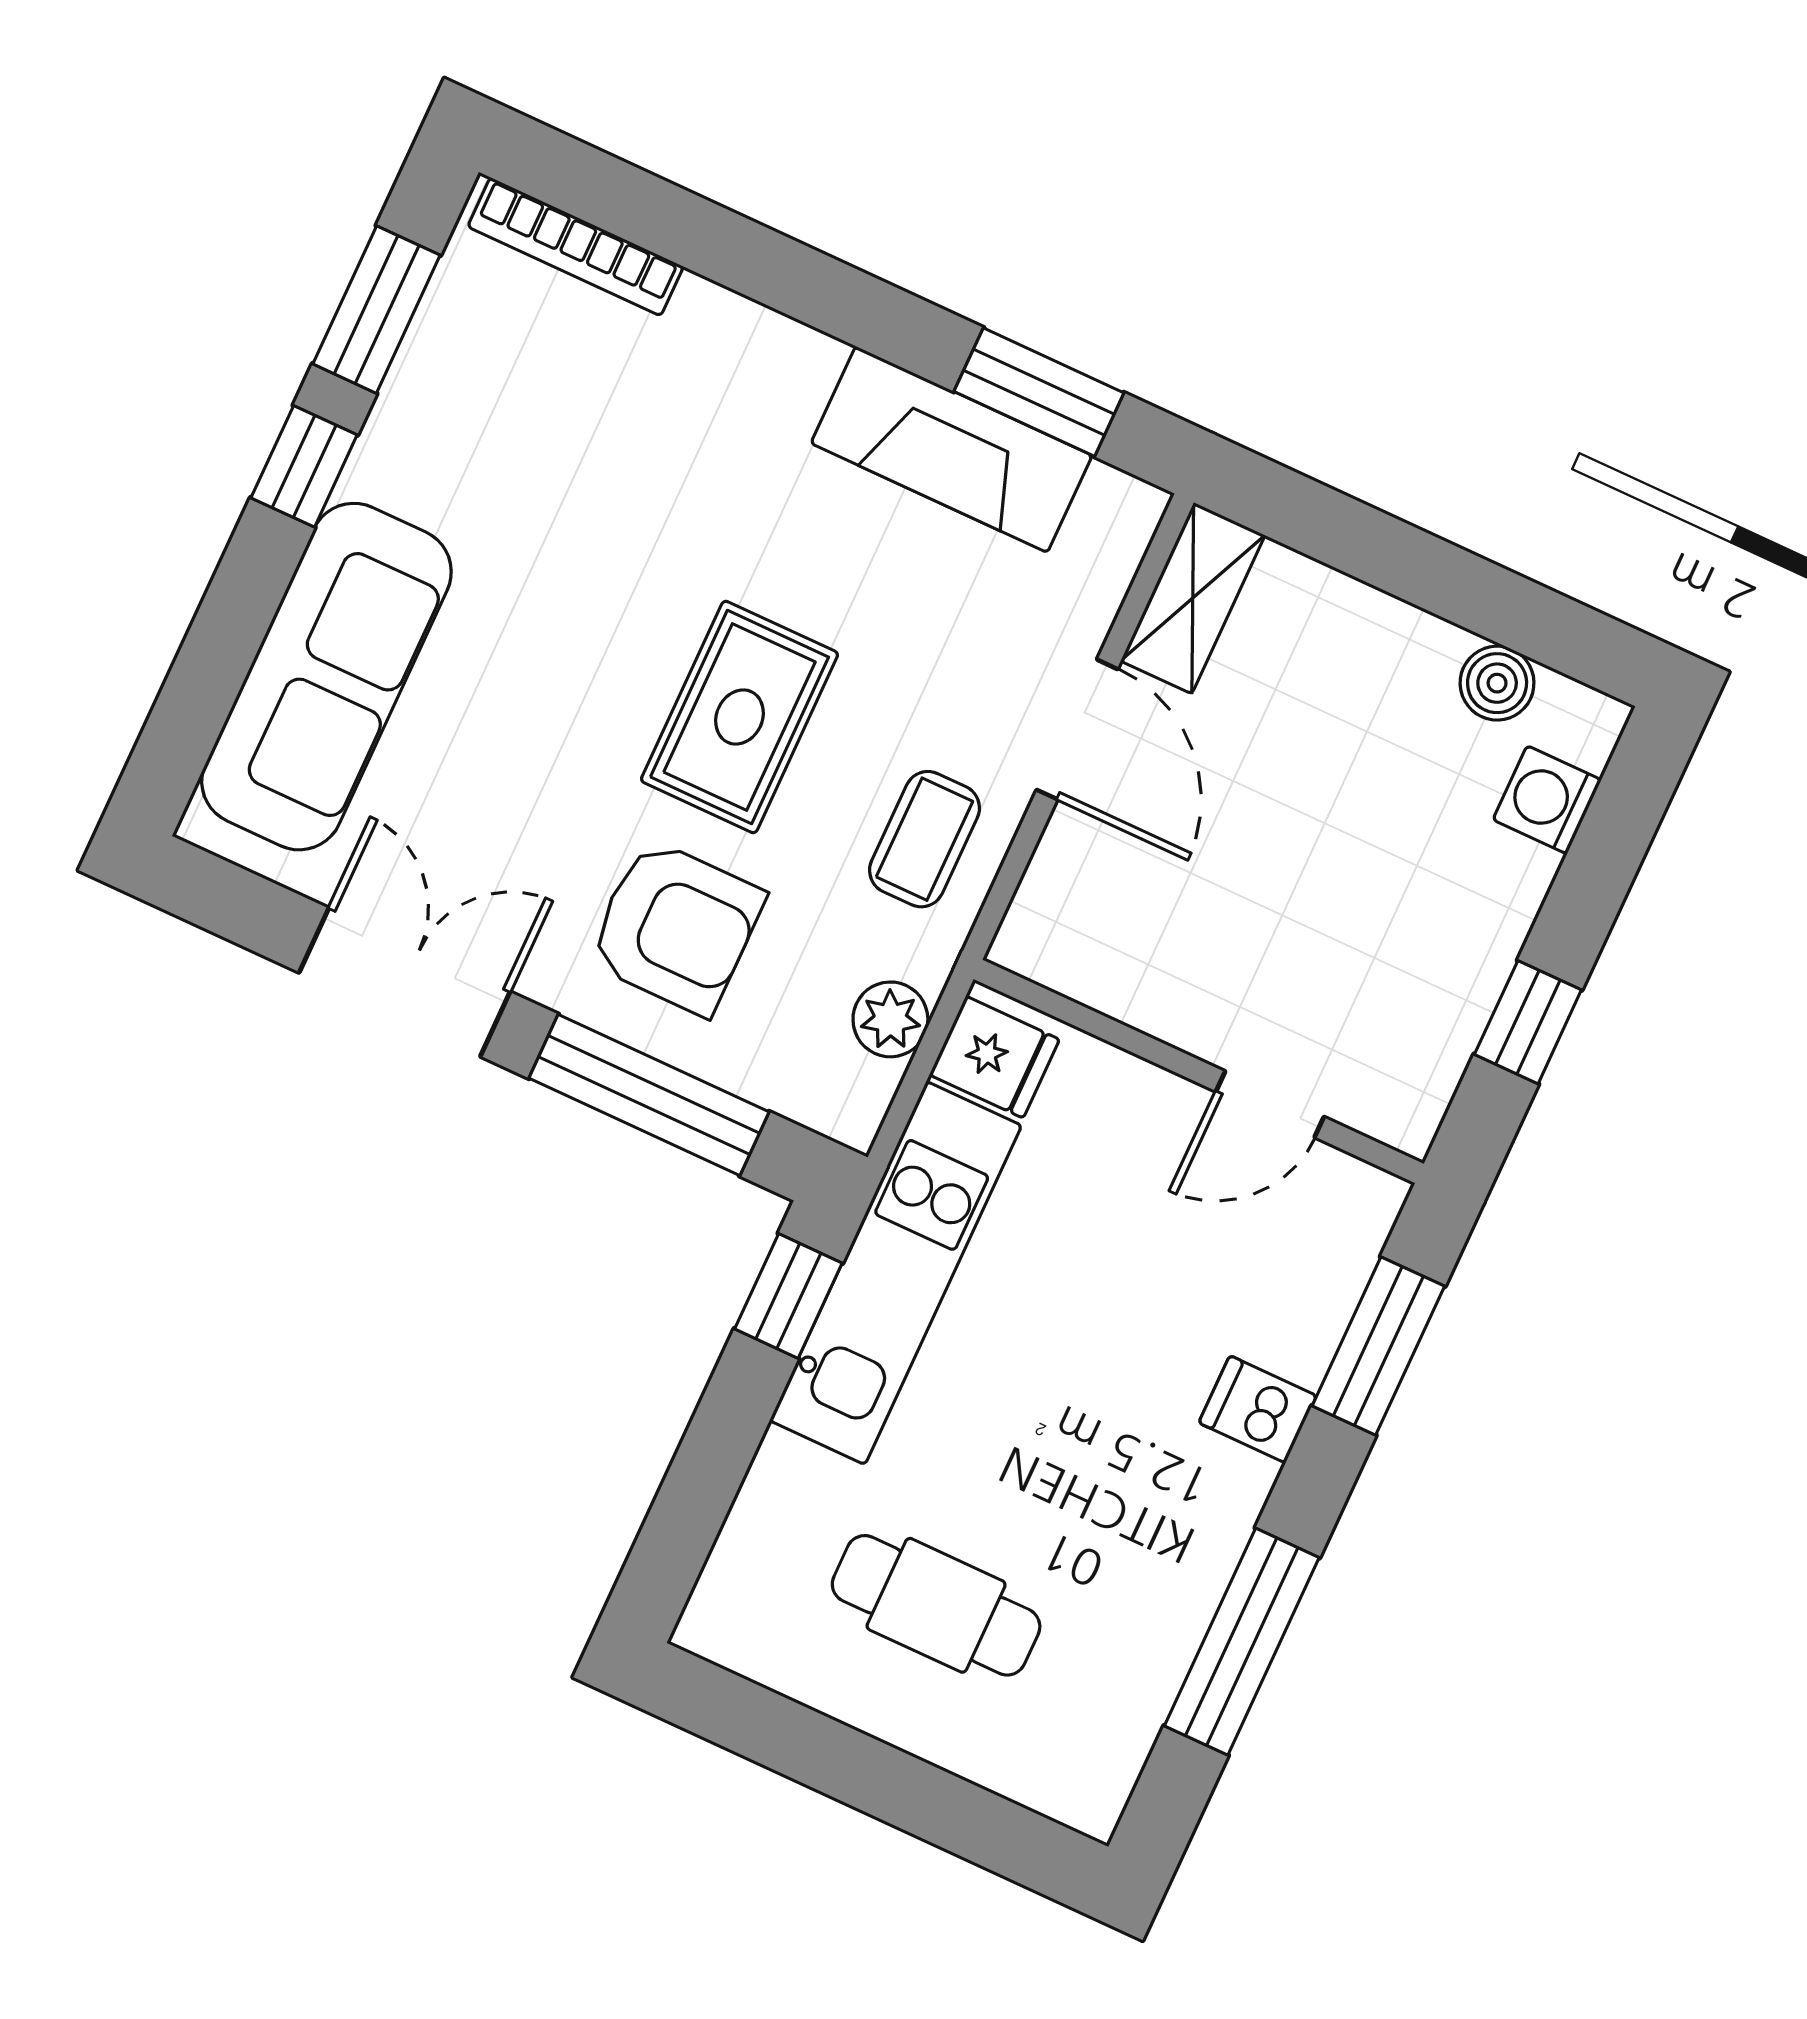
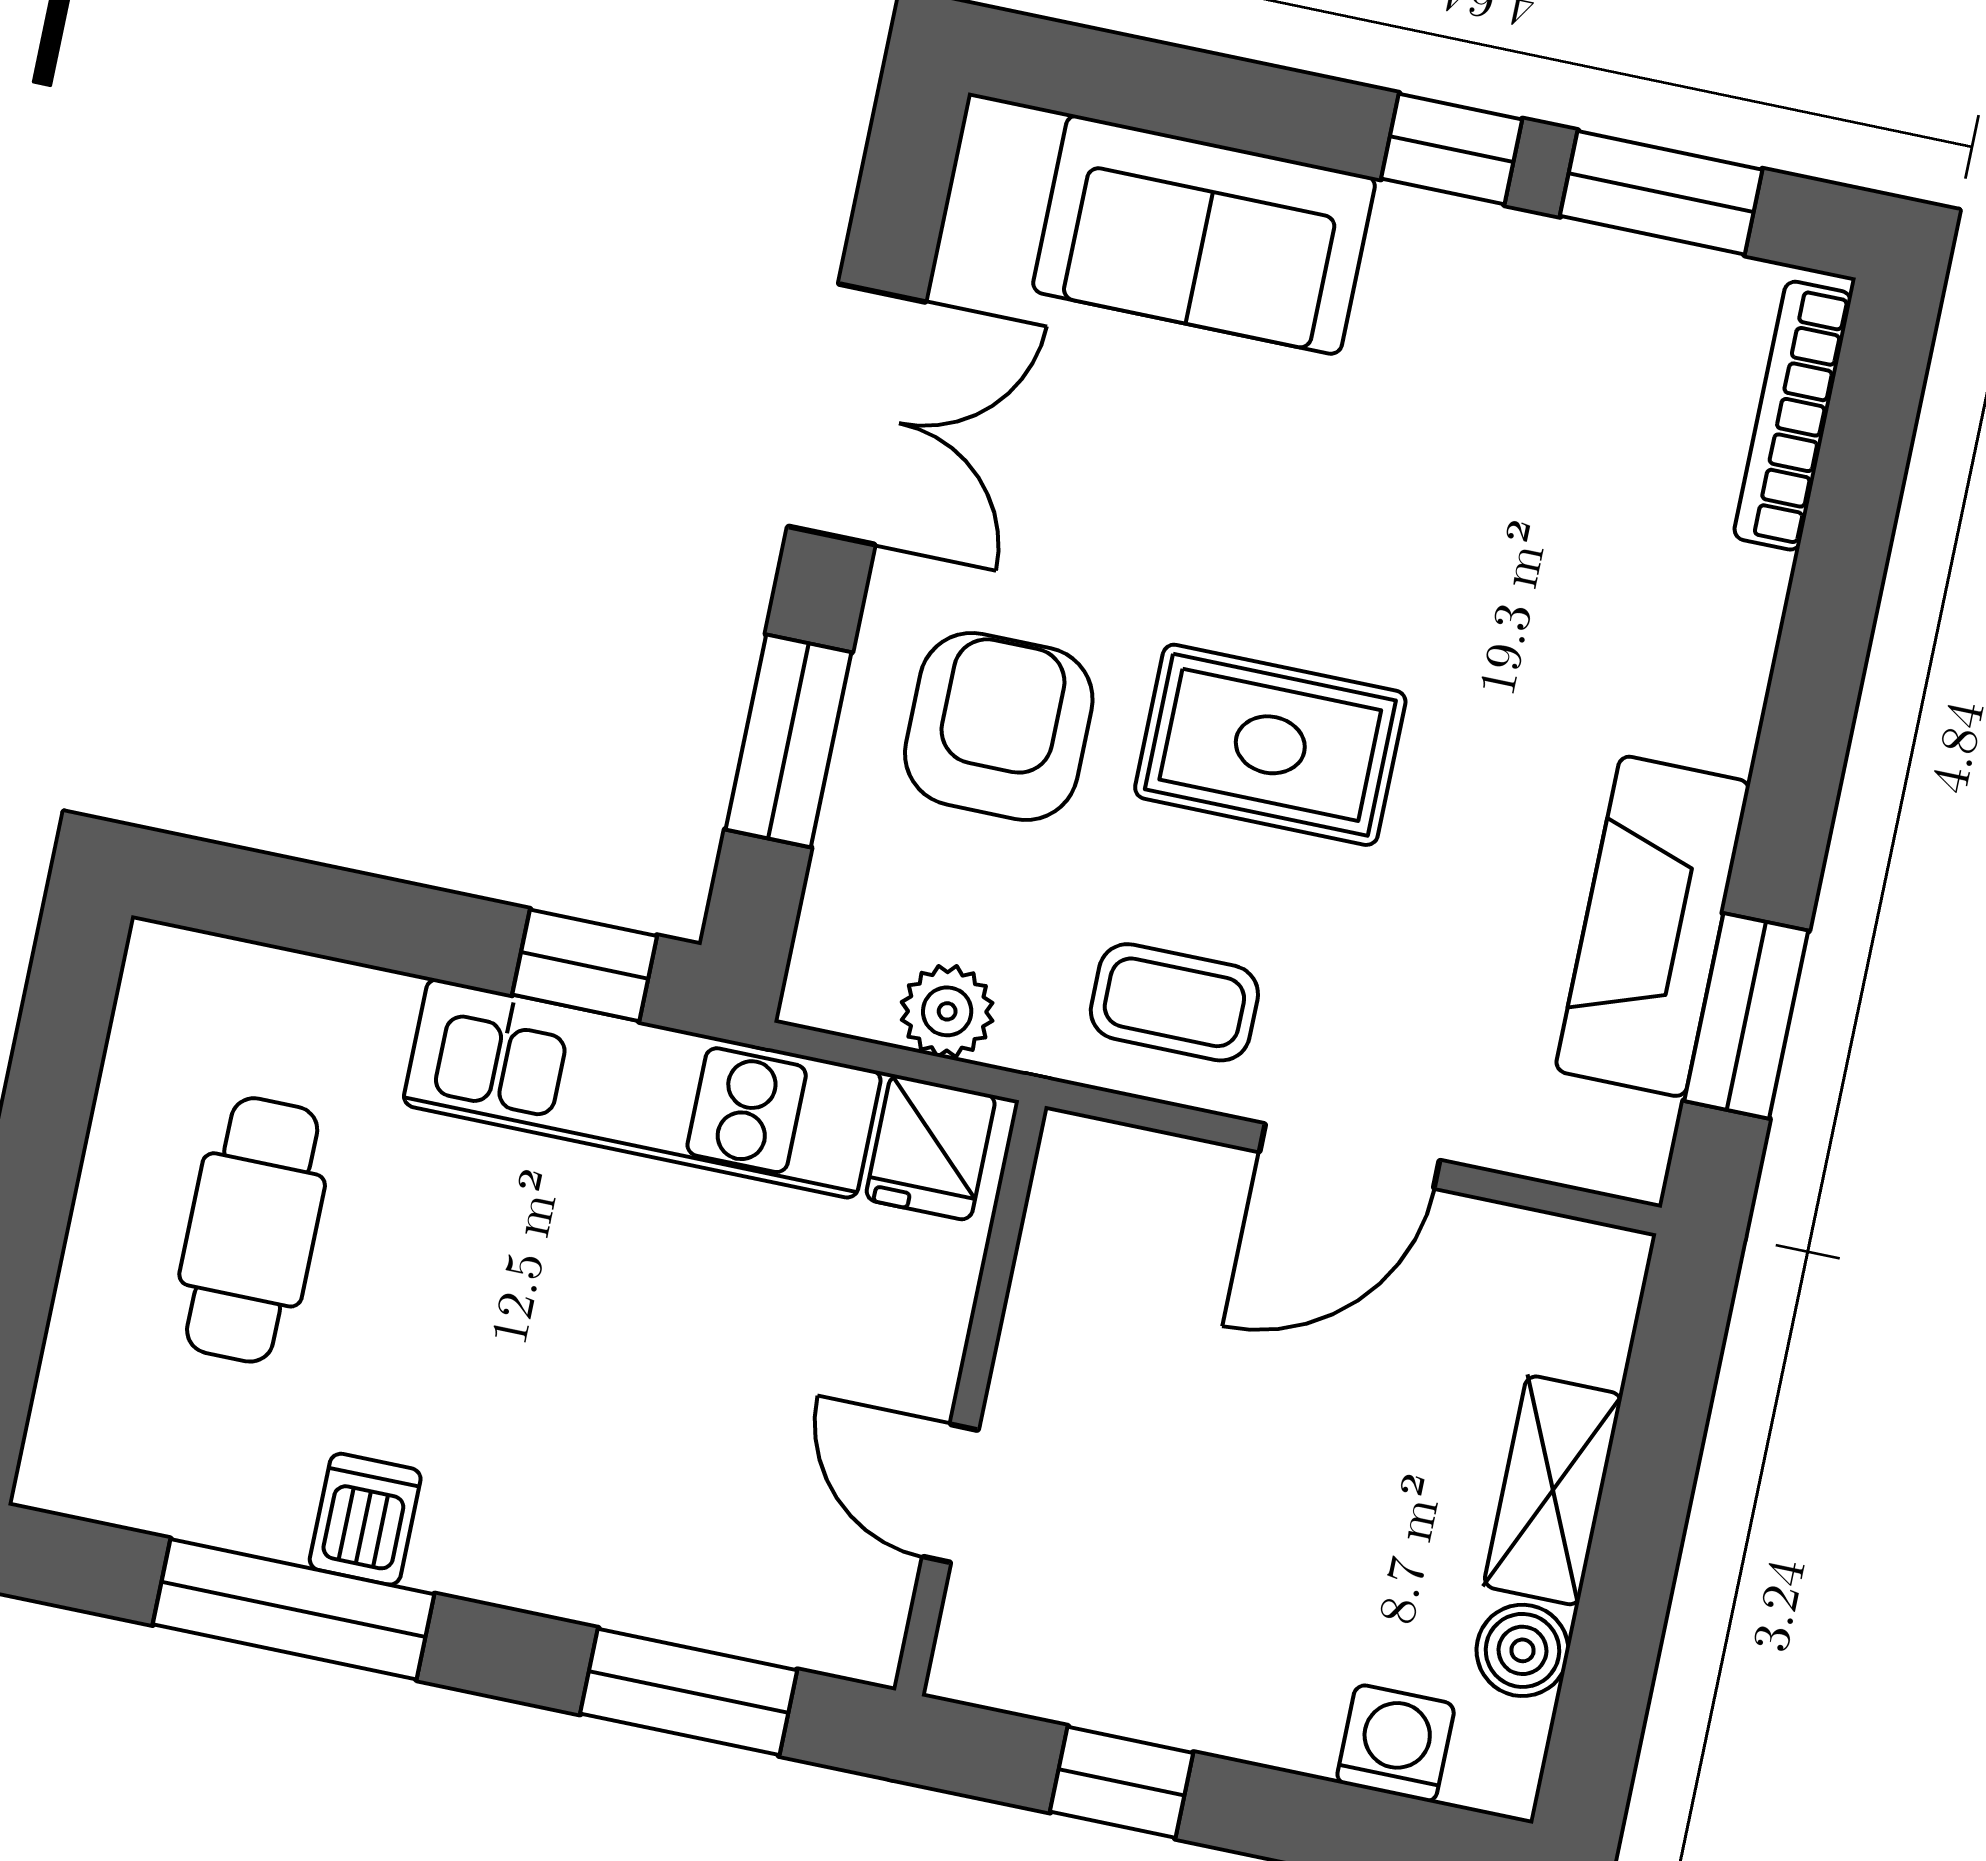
shelving: (1193, 598) -> (1553, 1490), moved, turned 90
sofa: (326, 677) -> (1204, 235), width x0.73
armchair: (676, 927) -> (999, 726), turned 180
window: (649, 1095) -> (788, 741), width x0.69
dishwasher: (1258, 1409) -> (365, 1519), moved

